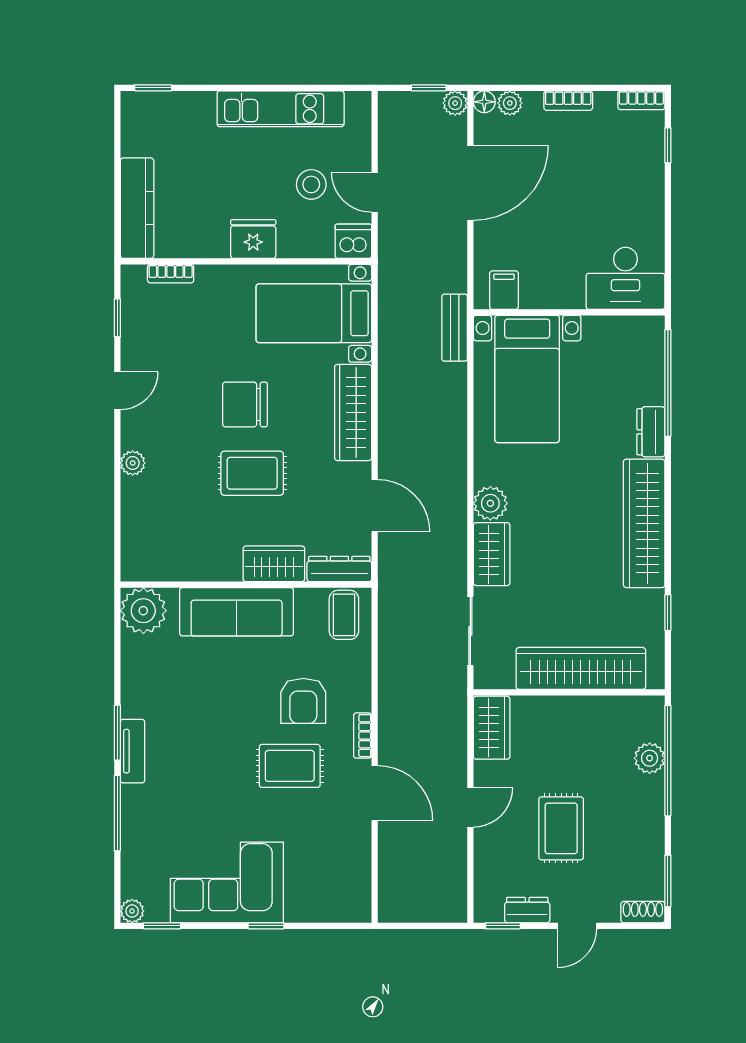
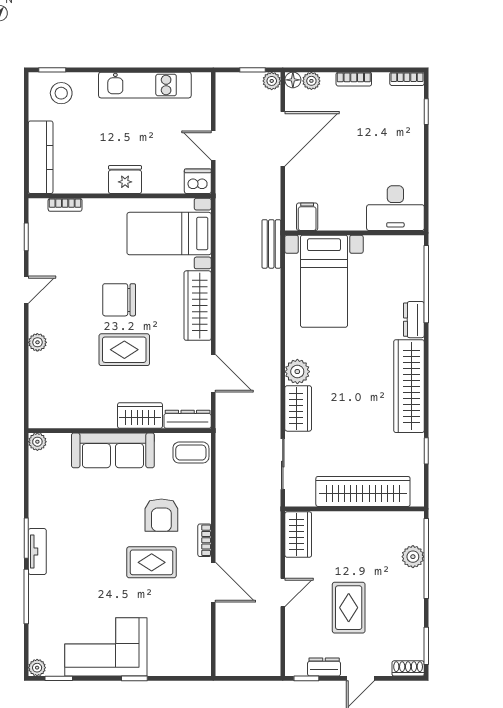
stool: (311, 184) -> (61, 93), moved
plant: (143, 611) -> (37, 442), width x0.53, depth x0.53
coffee table: (344, 615) -> (191, 453), turned 90

